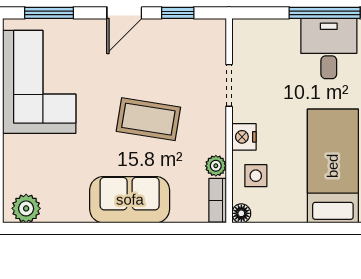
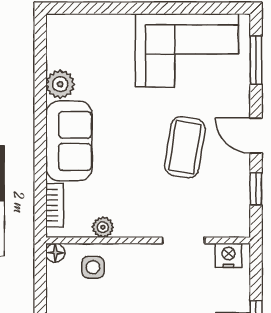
coffee table: (148, 119) -> (185, 147), moved
nightstand: (244, 137) -> (228, 255), moved
bookcase: (218, 200) -> (55, 205), moved, turned 90
plant: (26, 208) -> (60, 84), moved

